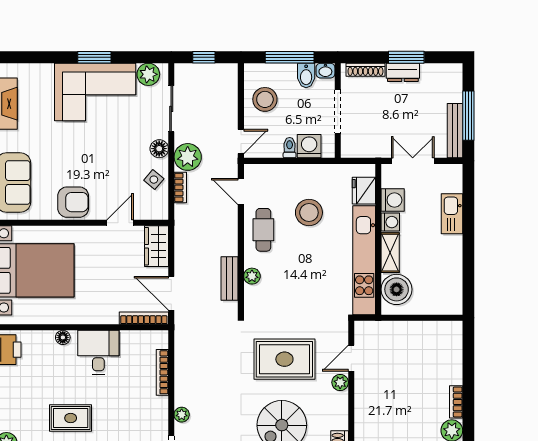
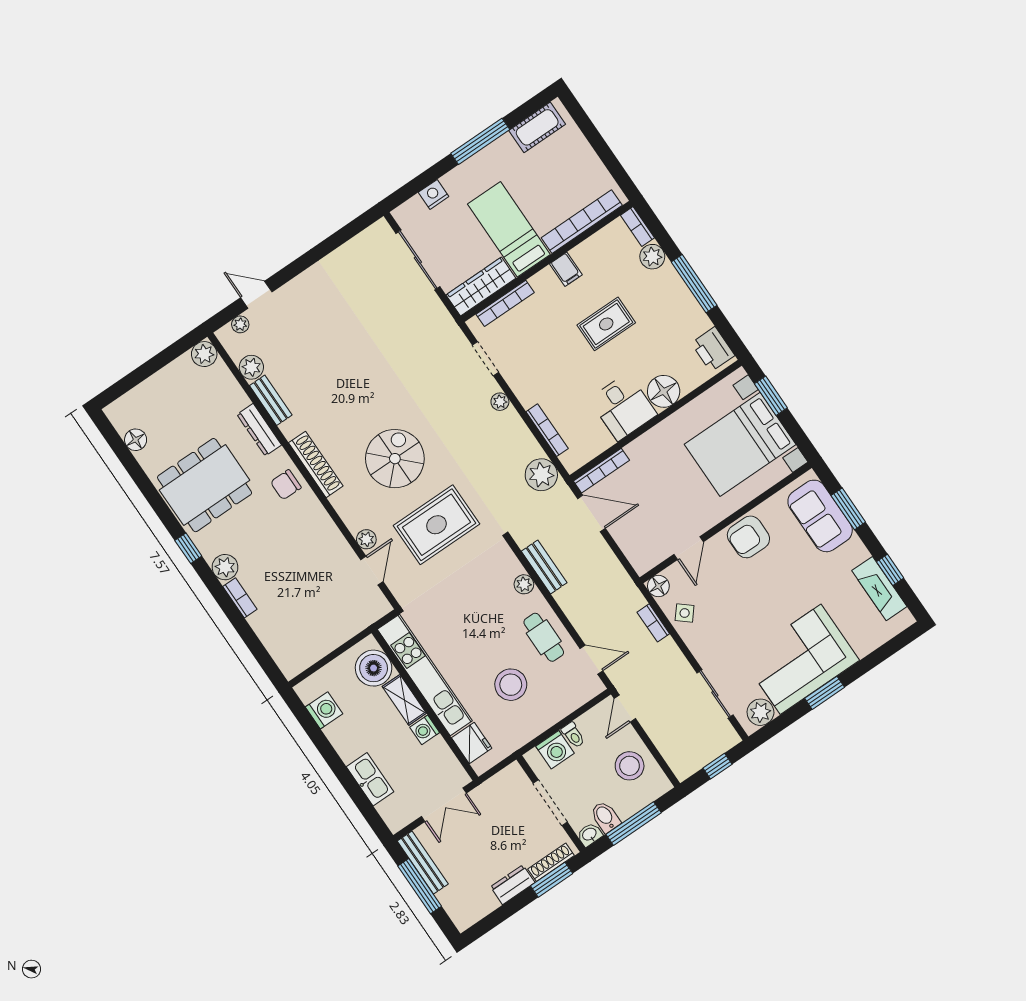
window: (406, 57) -> (552, 880), moved
floor lamp: (159, 149) -> (658, 586), moved
plant: (188, 157) -> (541, 475), moved
washing machine: (393, 200) -> (324, 710), moved, turned 180
wardrobe: (156, 246) -> (637, 549), removed
floor lamp: (63, 337) -> (664, 391), width x1.89, depth x1.89

